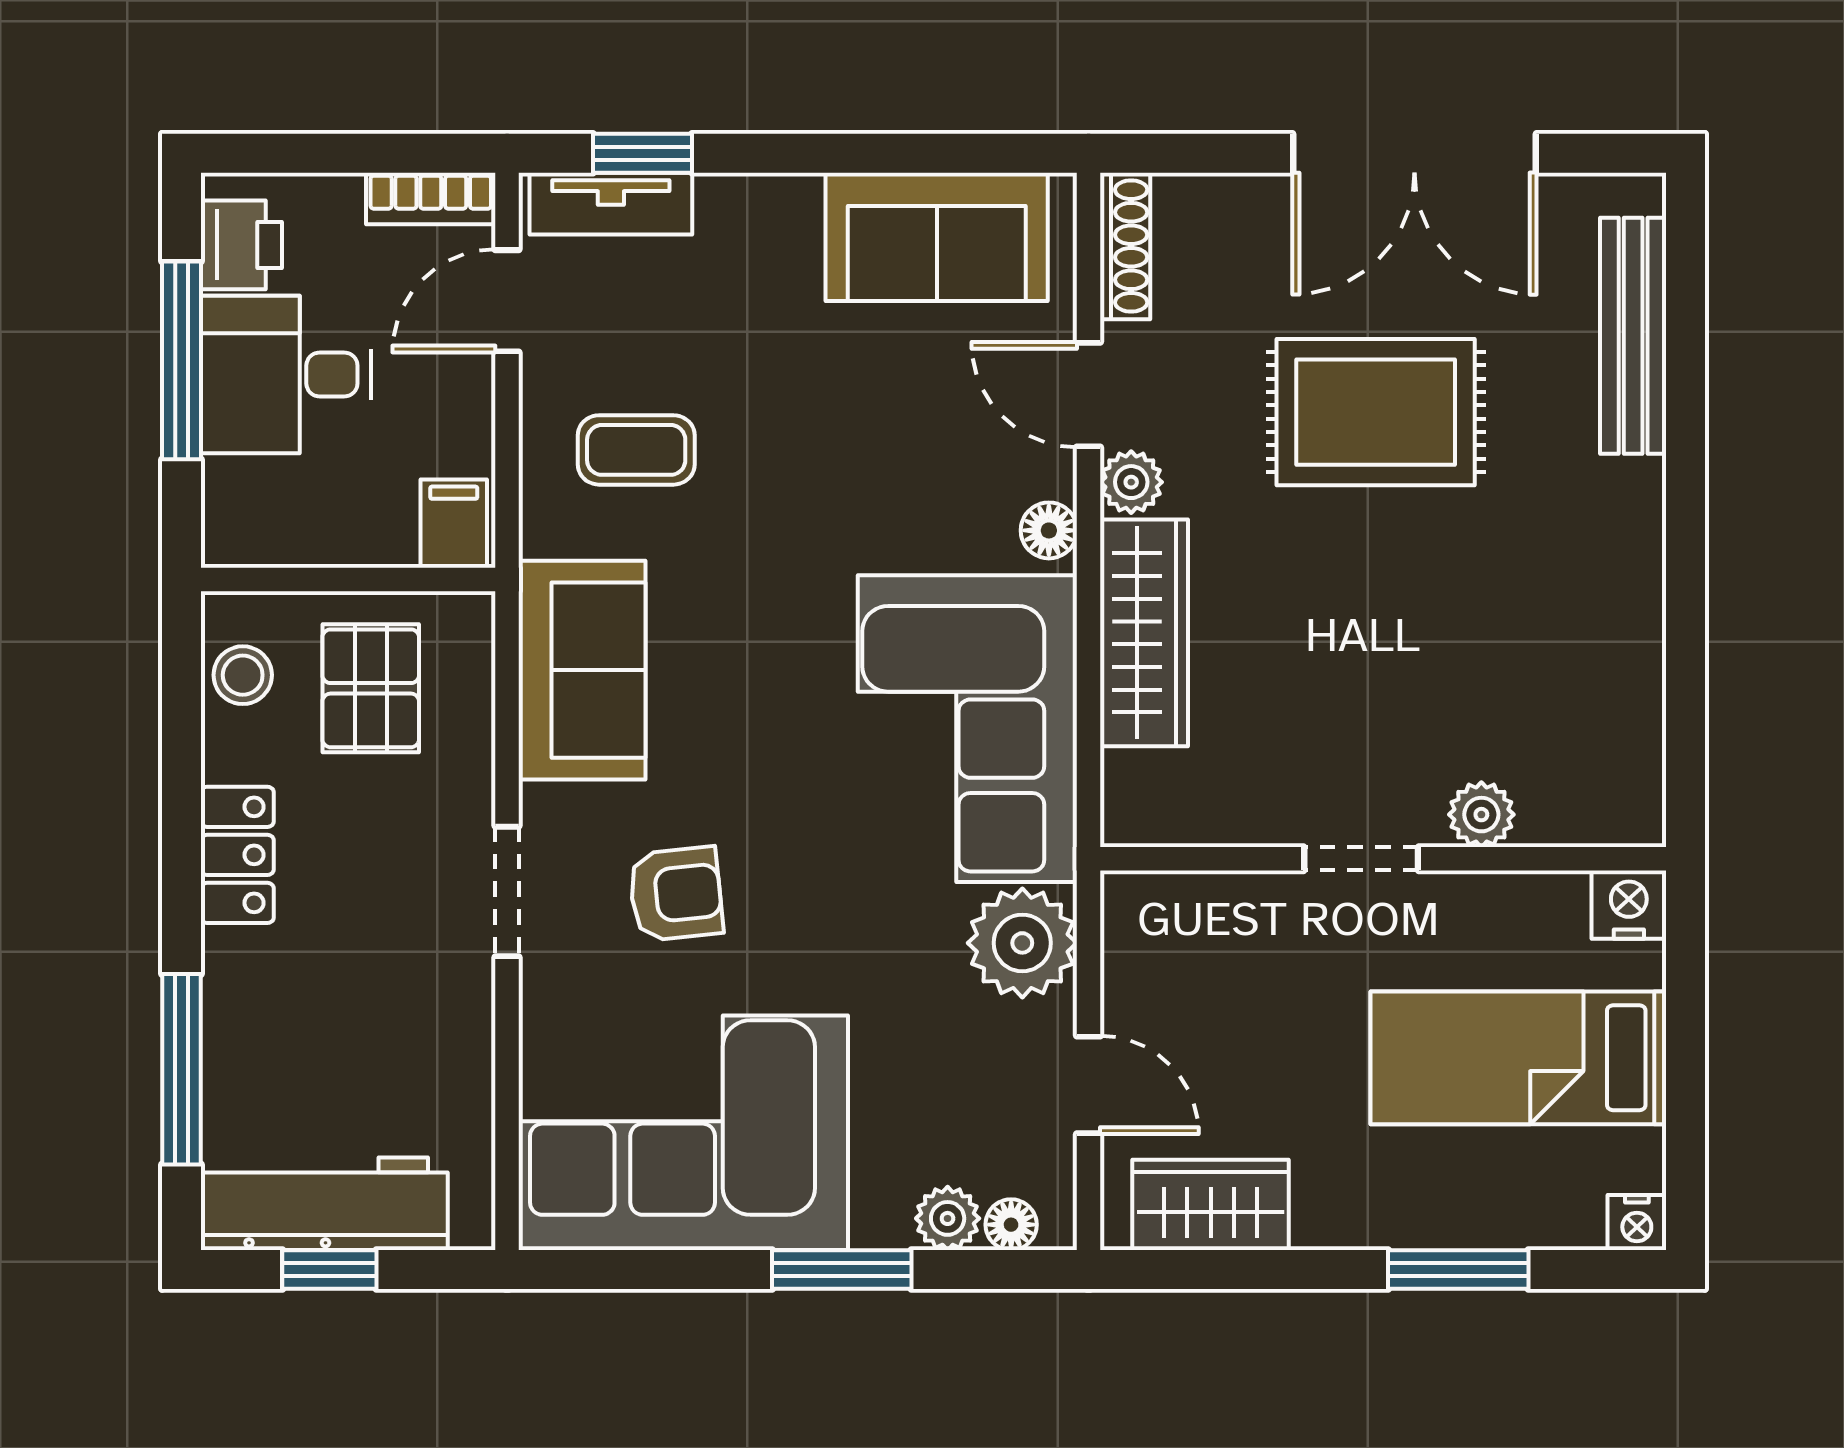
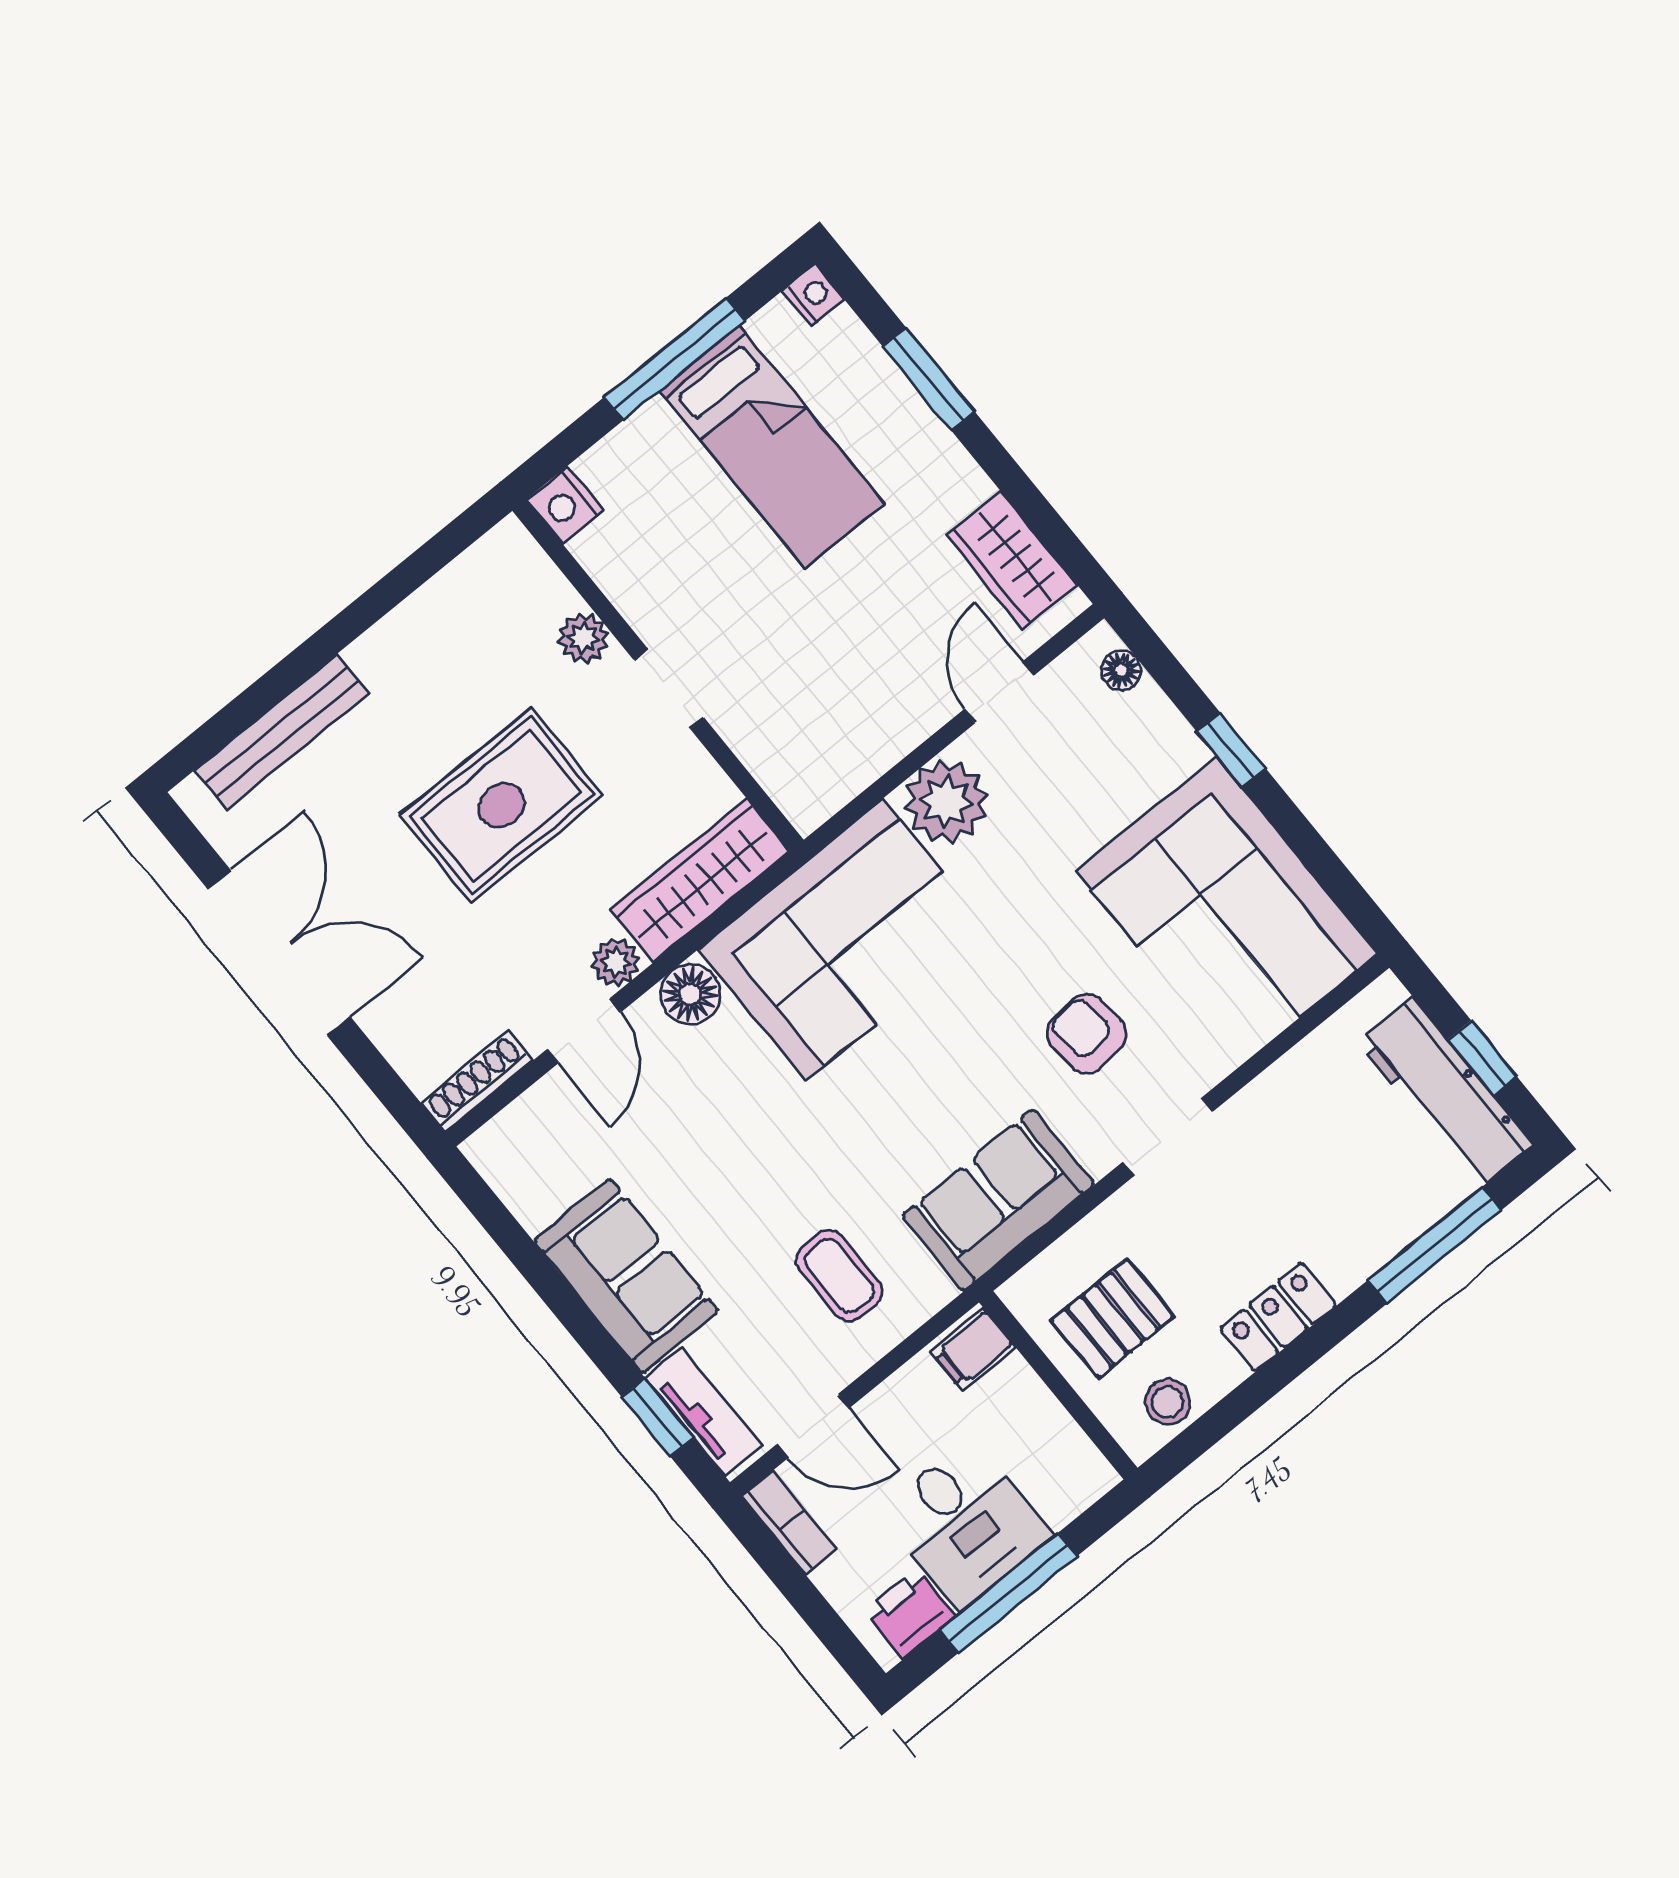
sofa: (937, 237) -> (626, 1276), moved
rug: (1376, 412) -> (502, 805), moved, turned 90
floor lamp: (1049, 530) -> (690, 994), width x1.37, depth x1.37
plant: (1481, 815) -> (583, 638), moved
doorway: (1361, 859) -> (669, 689), moved
wall: (1383, 859) -> (658, 675), moved
nightstand: (1629, 905) -> (565, 505), moved
window: (1686, 1032) -> (675, 359), added
plant: (948, 1218) -> (1149, 711), removed
window: (842, 1270) -> (1231, 750), width x0.67

